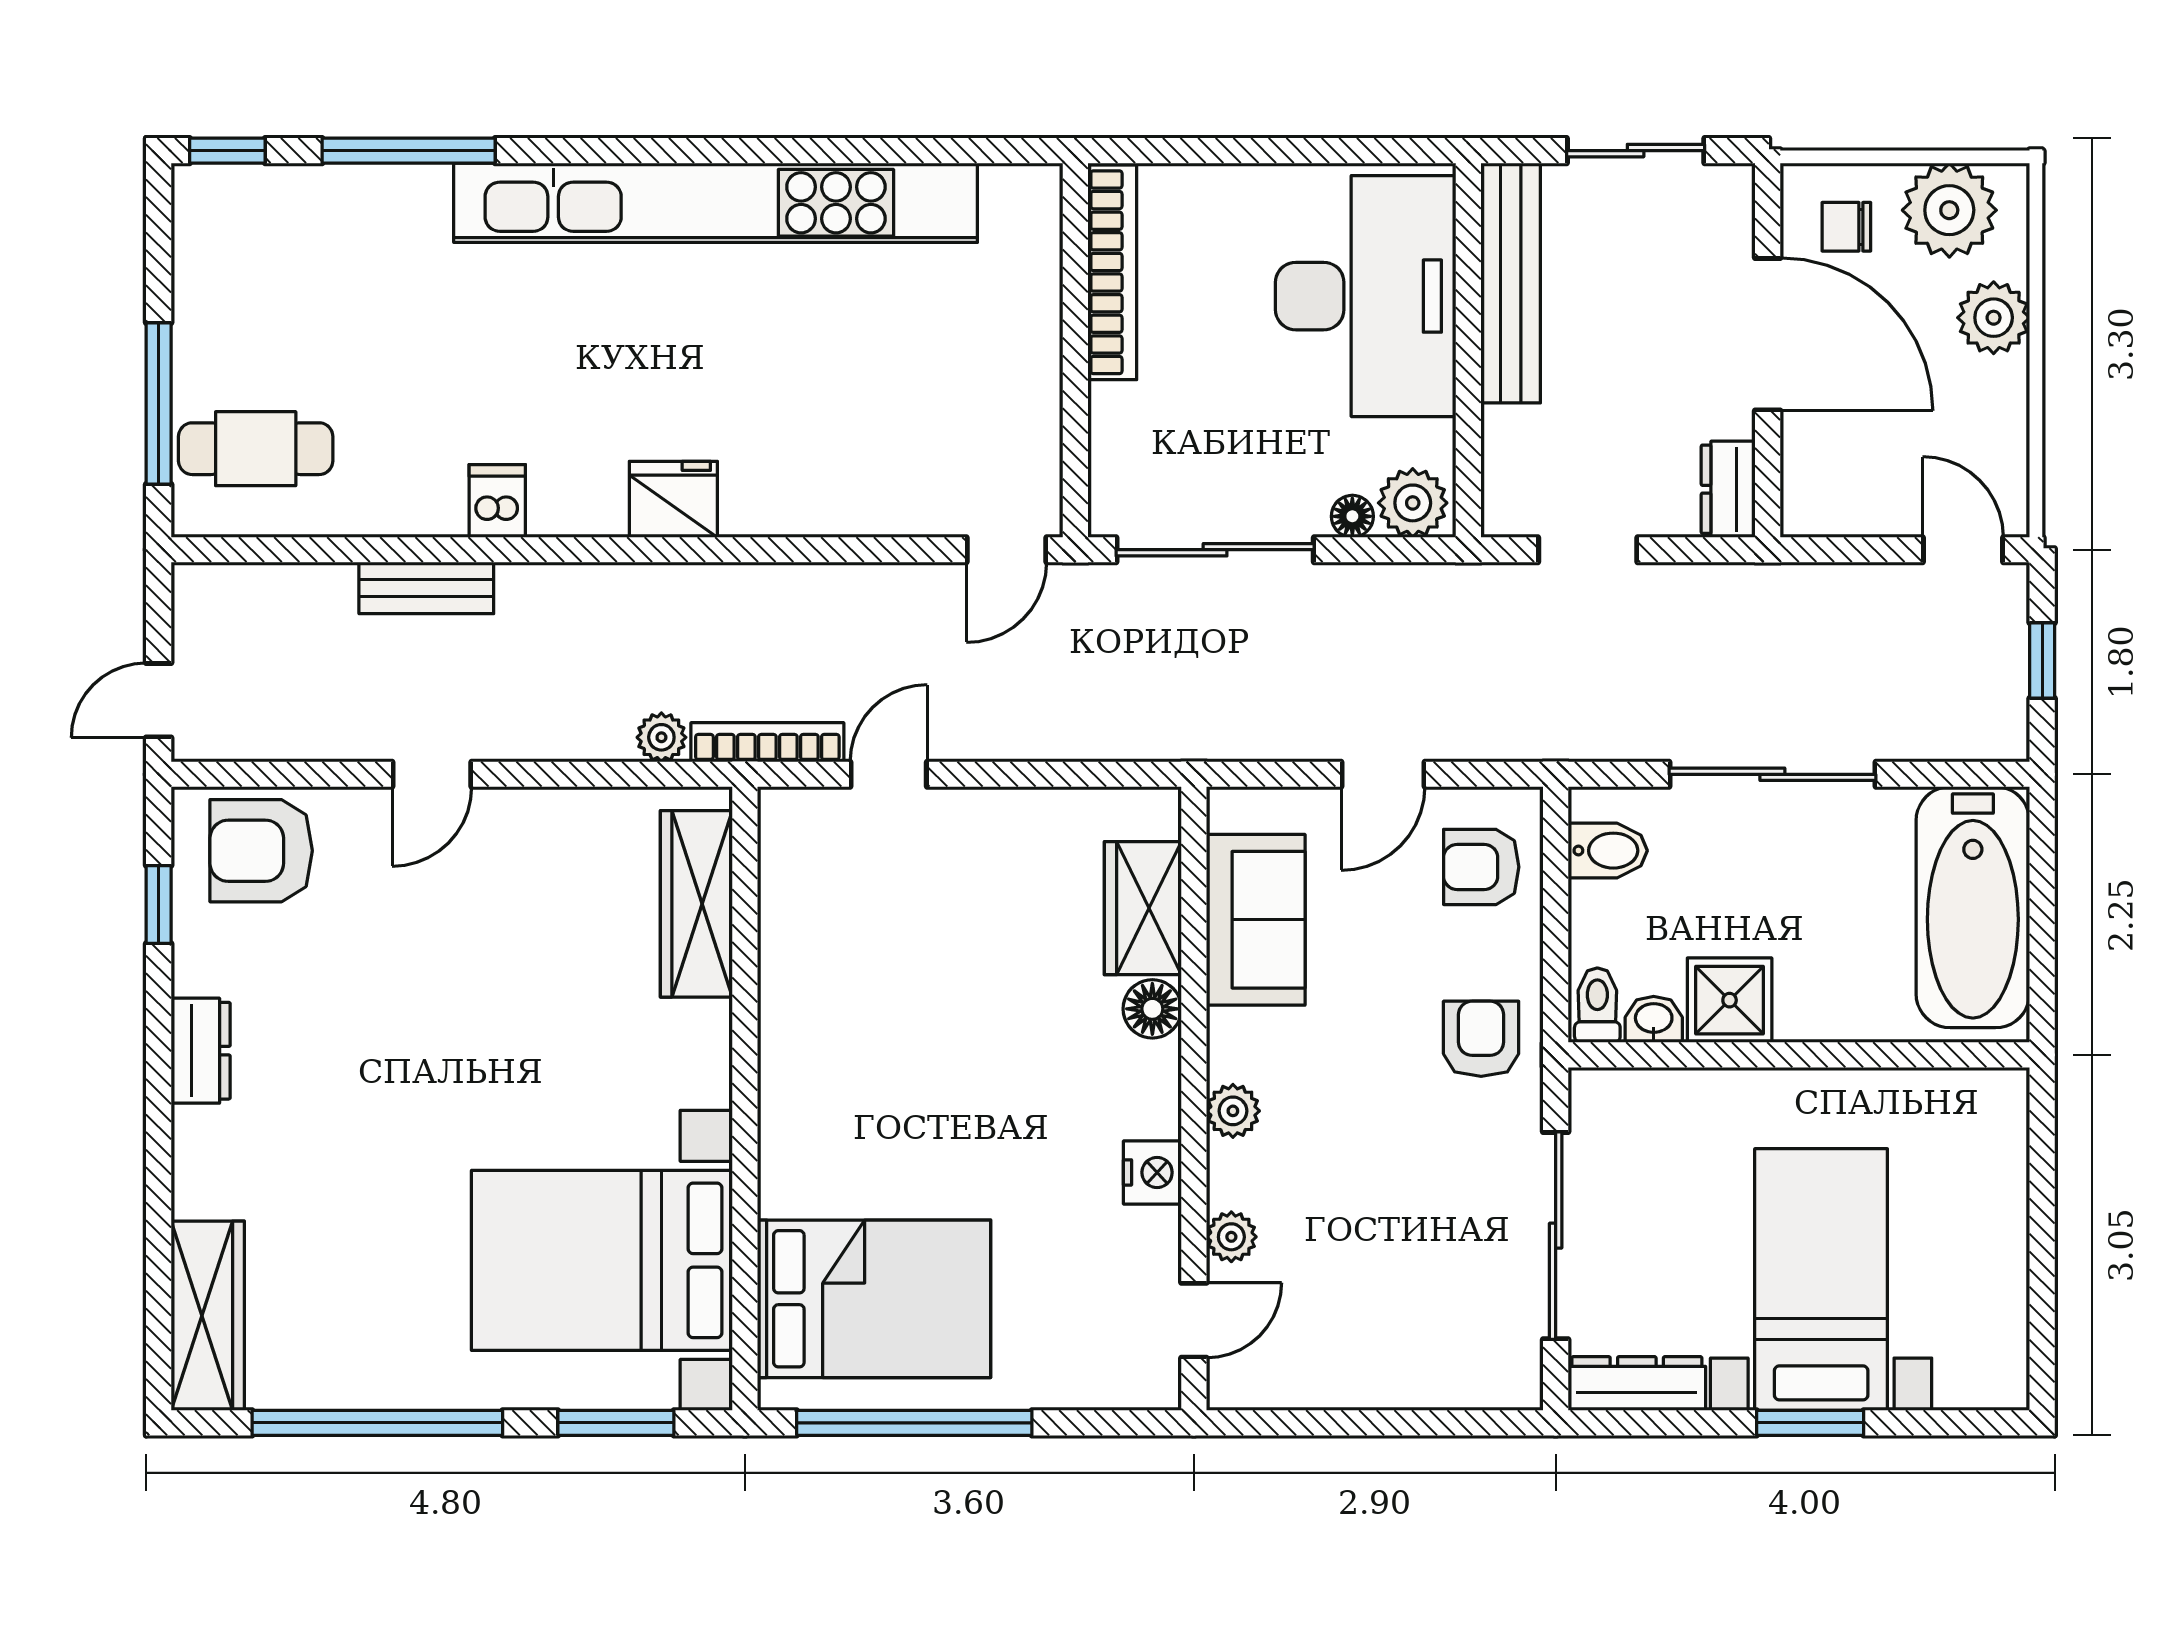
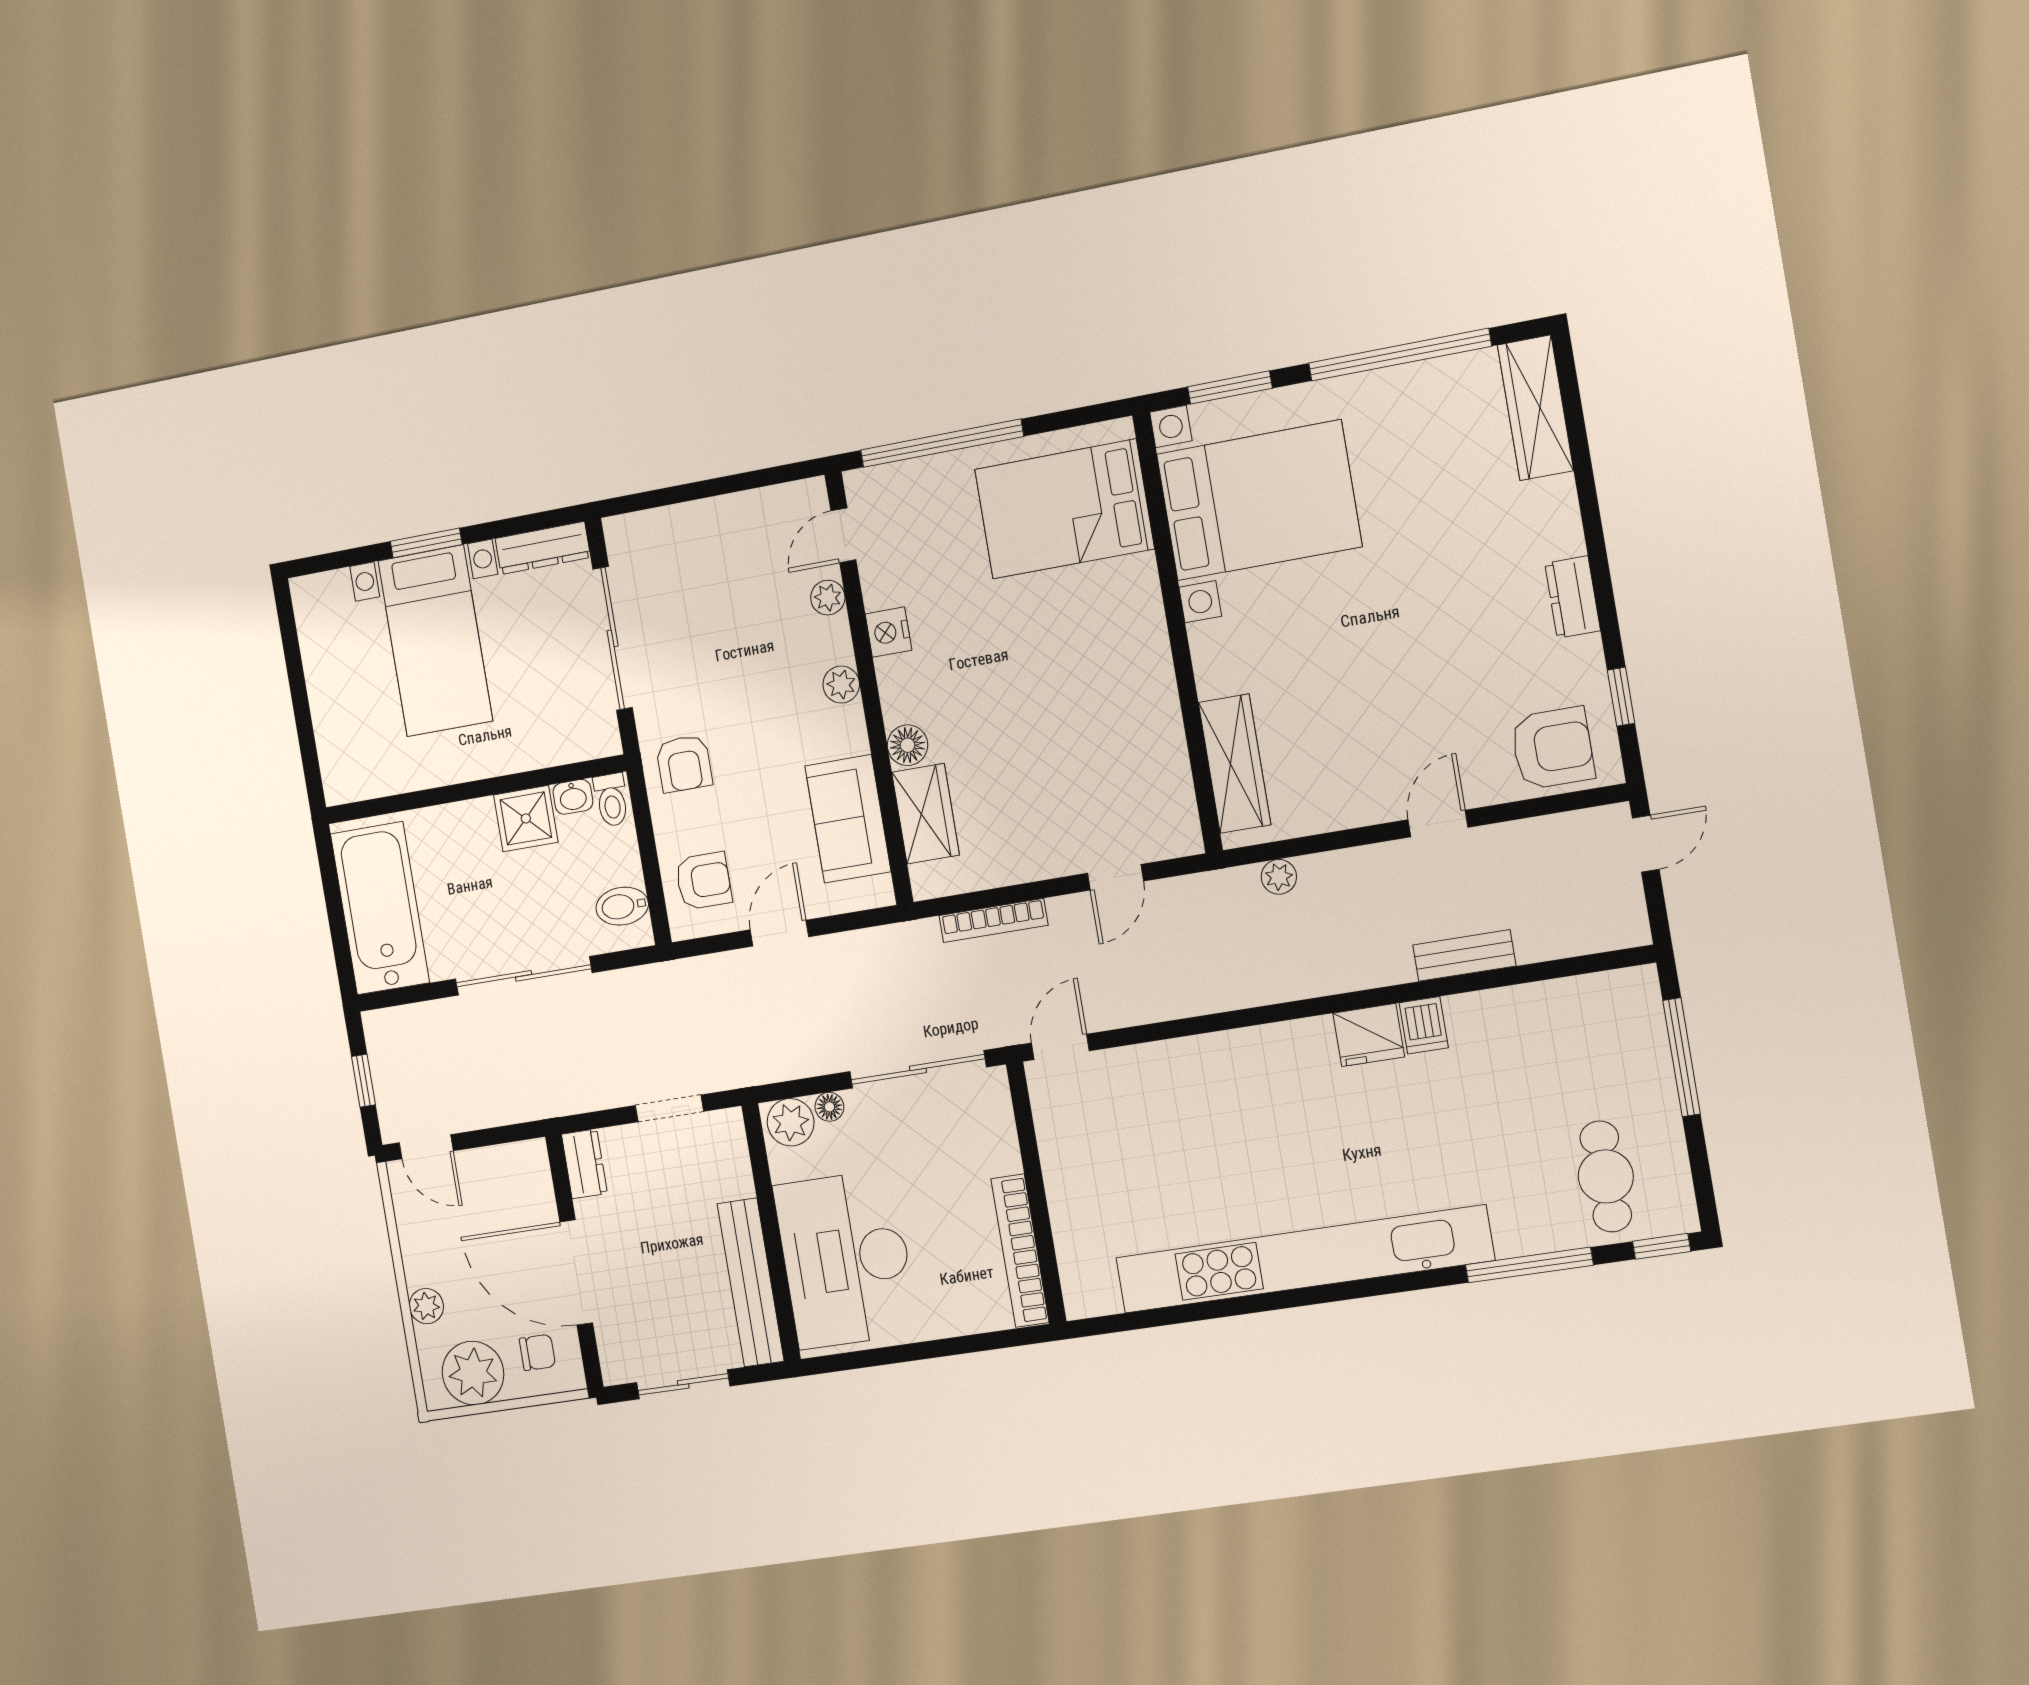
plant: (1994, 318) -> (426, 1306), width x0.73, depth x0.73
cafe table: (256, 449) -> (1606, 1176), moved, turned 90
fridge: (673, 499) -> (1369, 1035), moved
bookcase: (767, 742) -> (994, 920), moved
window: (914, 1423) -> (942, 443), moved

